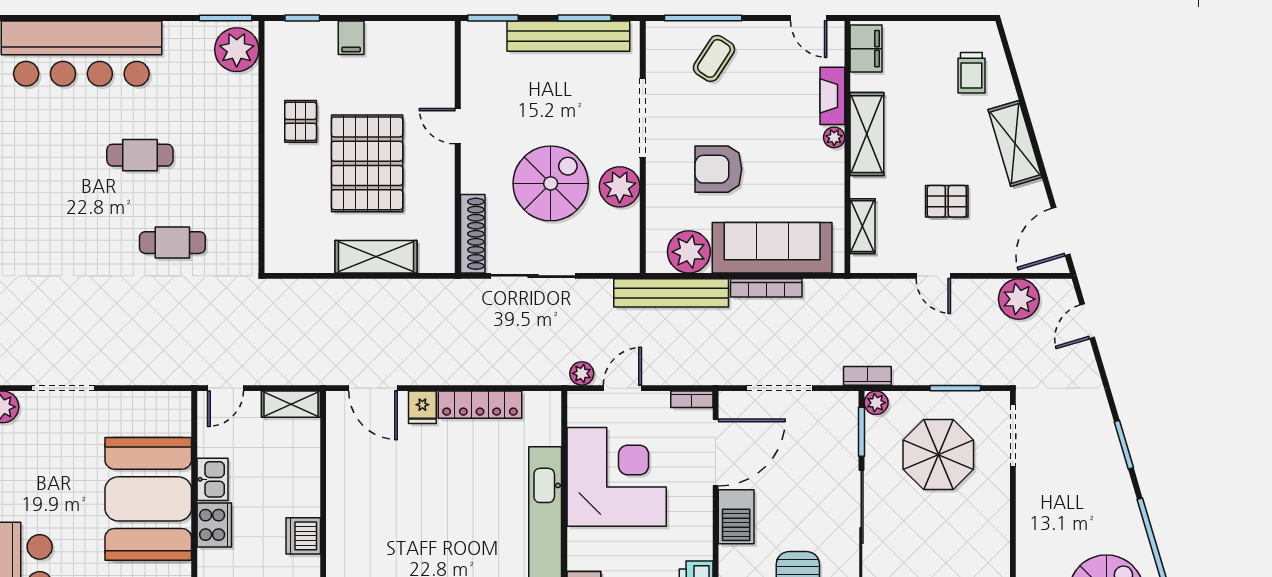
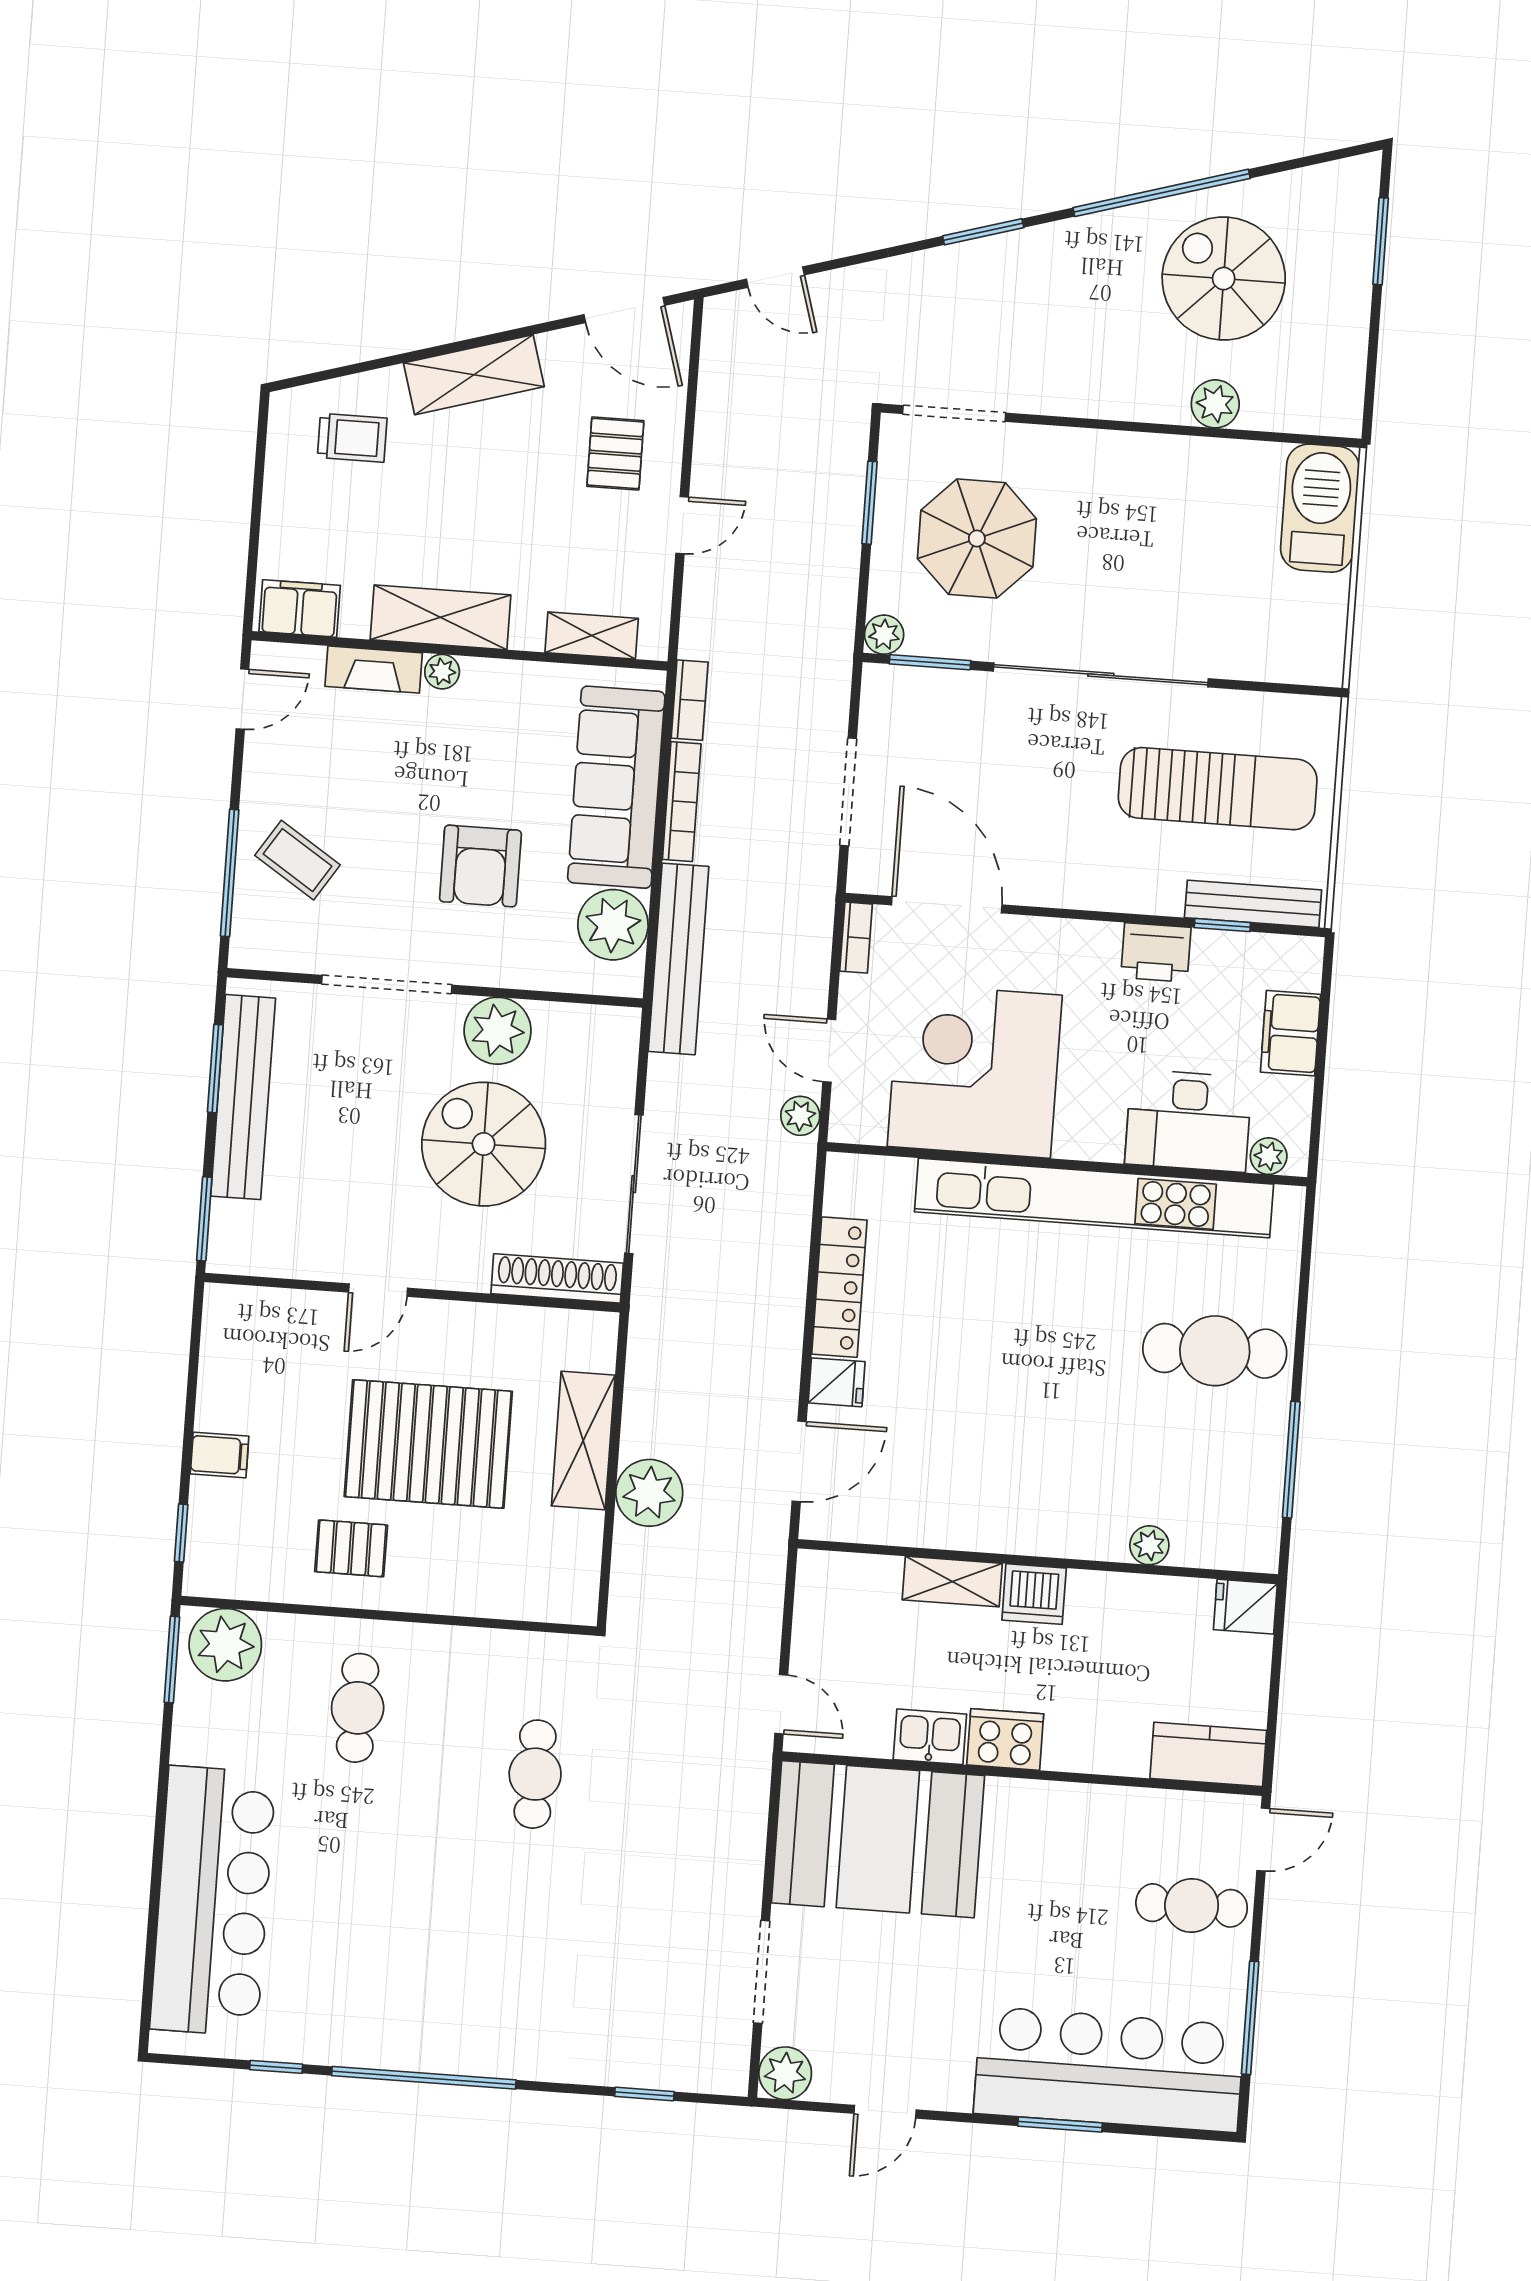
cafe table: (140, 155) -> (358, 1708), moved
pallet: (947, 201) -> (615, 454), moved
plant: (1019, 299) -> (649, 1493), moved
bookcase: (867, 376) -> (690, 700), moved, turned 180
shelving: (291, 404) -> (952, 1582), moved, turned 90
booth: (148, 499) -> (878, 1839), moved
barbecue: (736, 517) -> (1055, 879), removed

